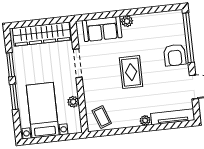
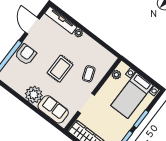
plant: (127, 21) -> (34, 95), width x1.88, depth x1.88
plant: (73, 102) -> (116, 75), moved
coffee table: (102, 117) -> (89, 74), moved

